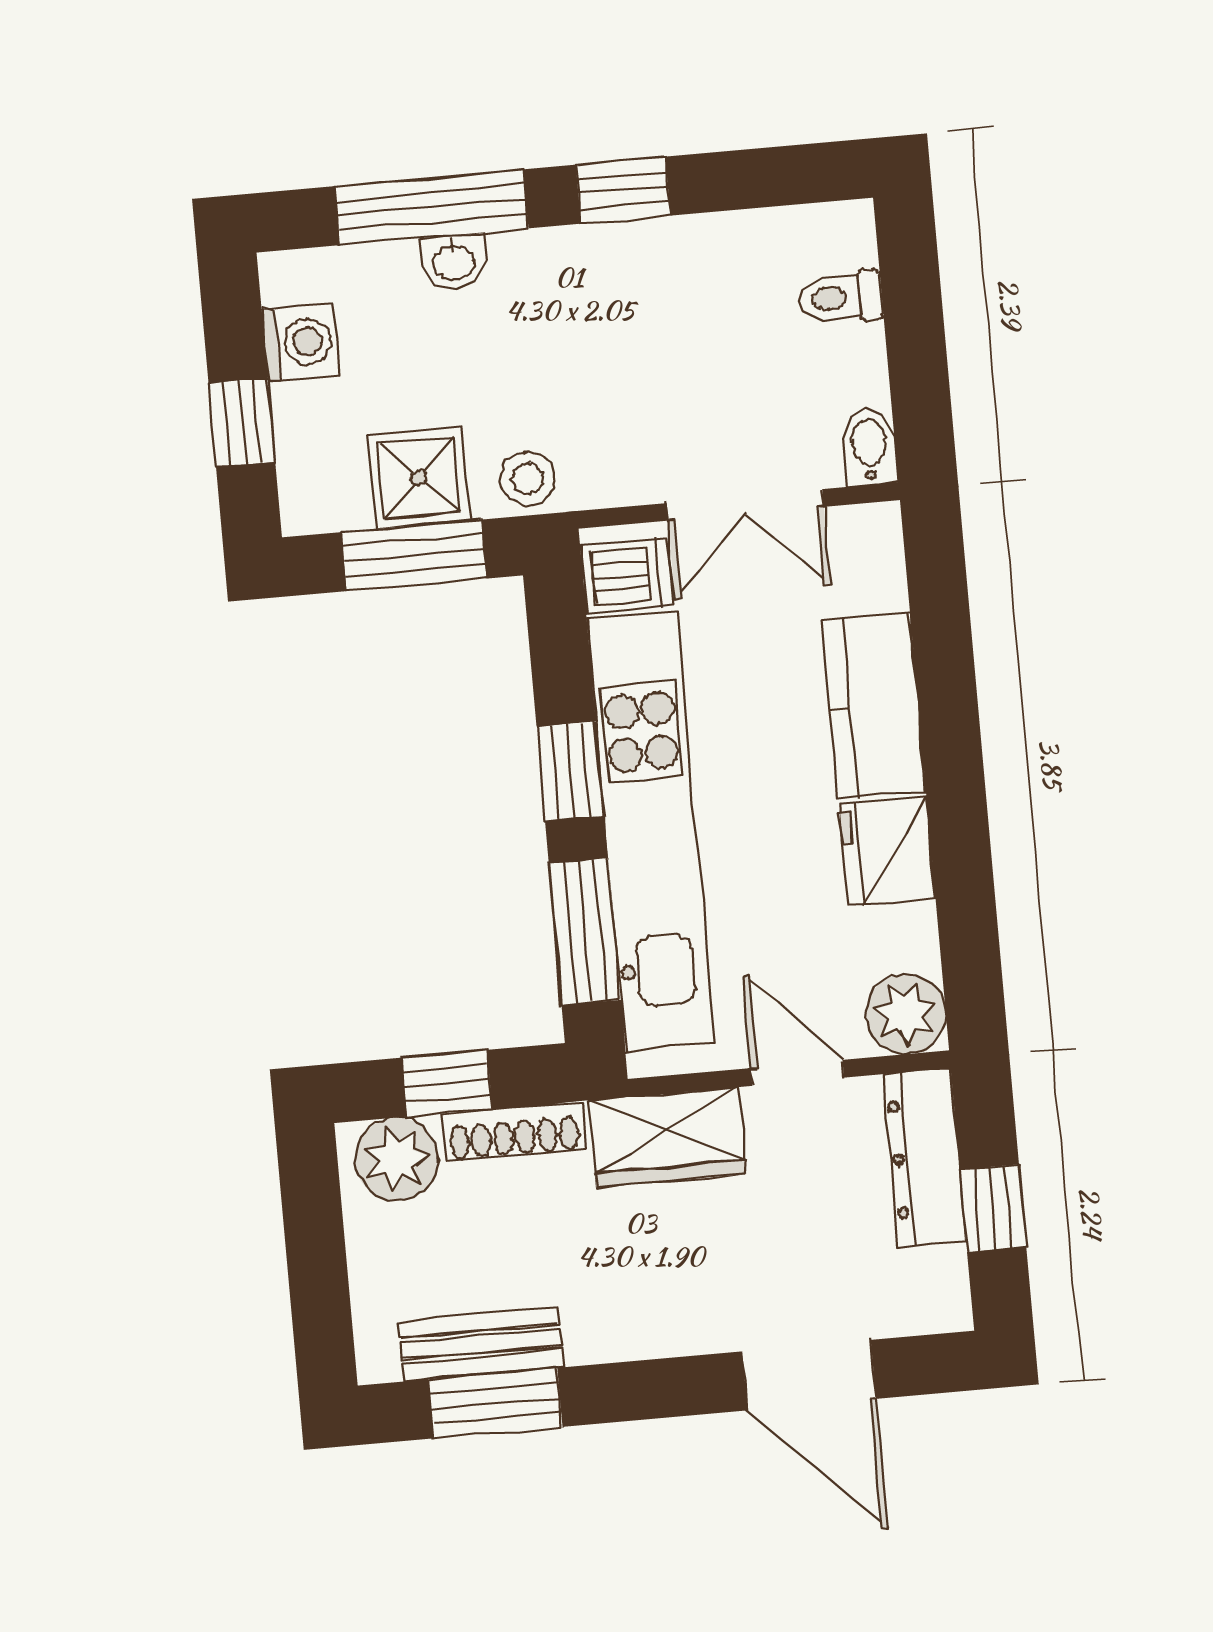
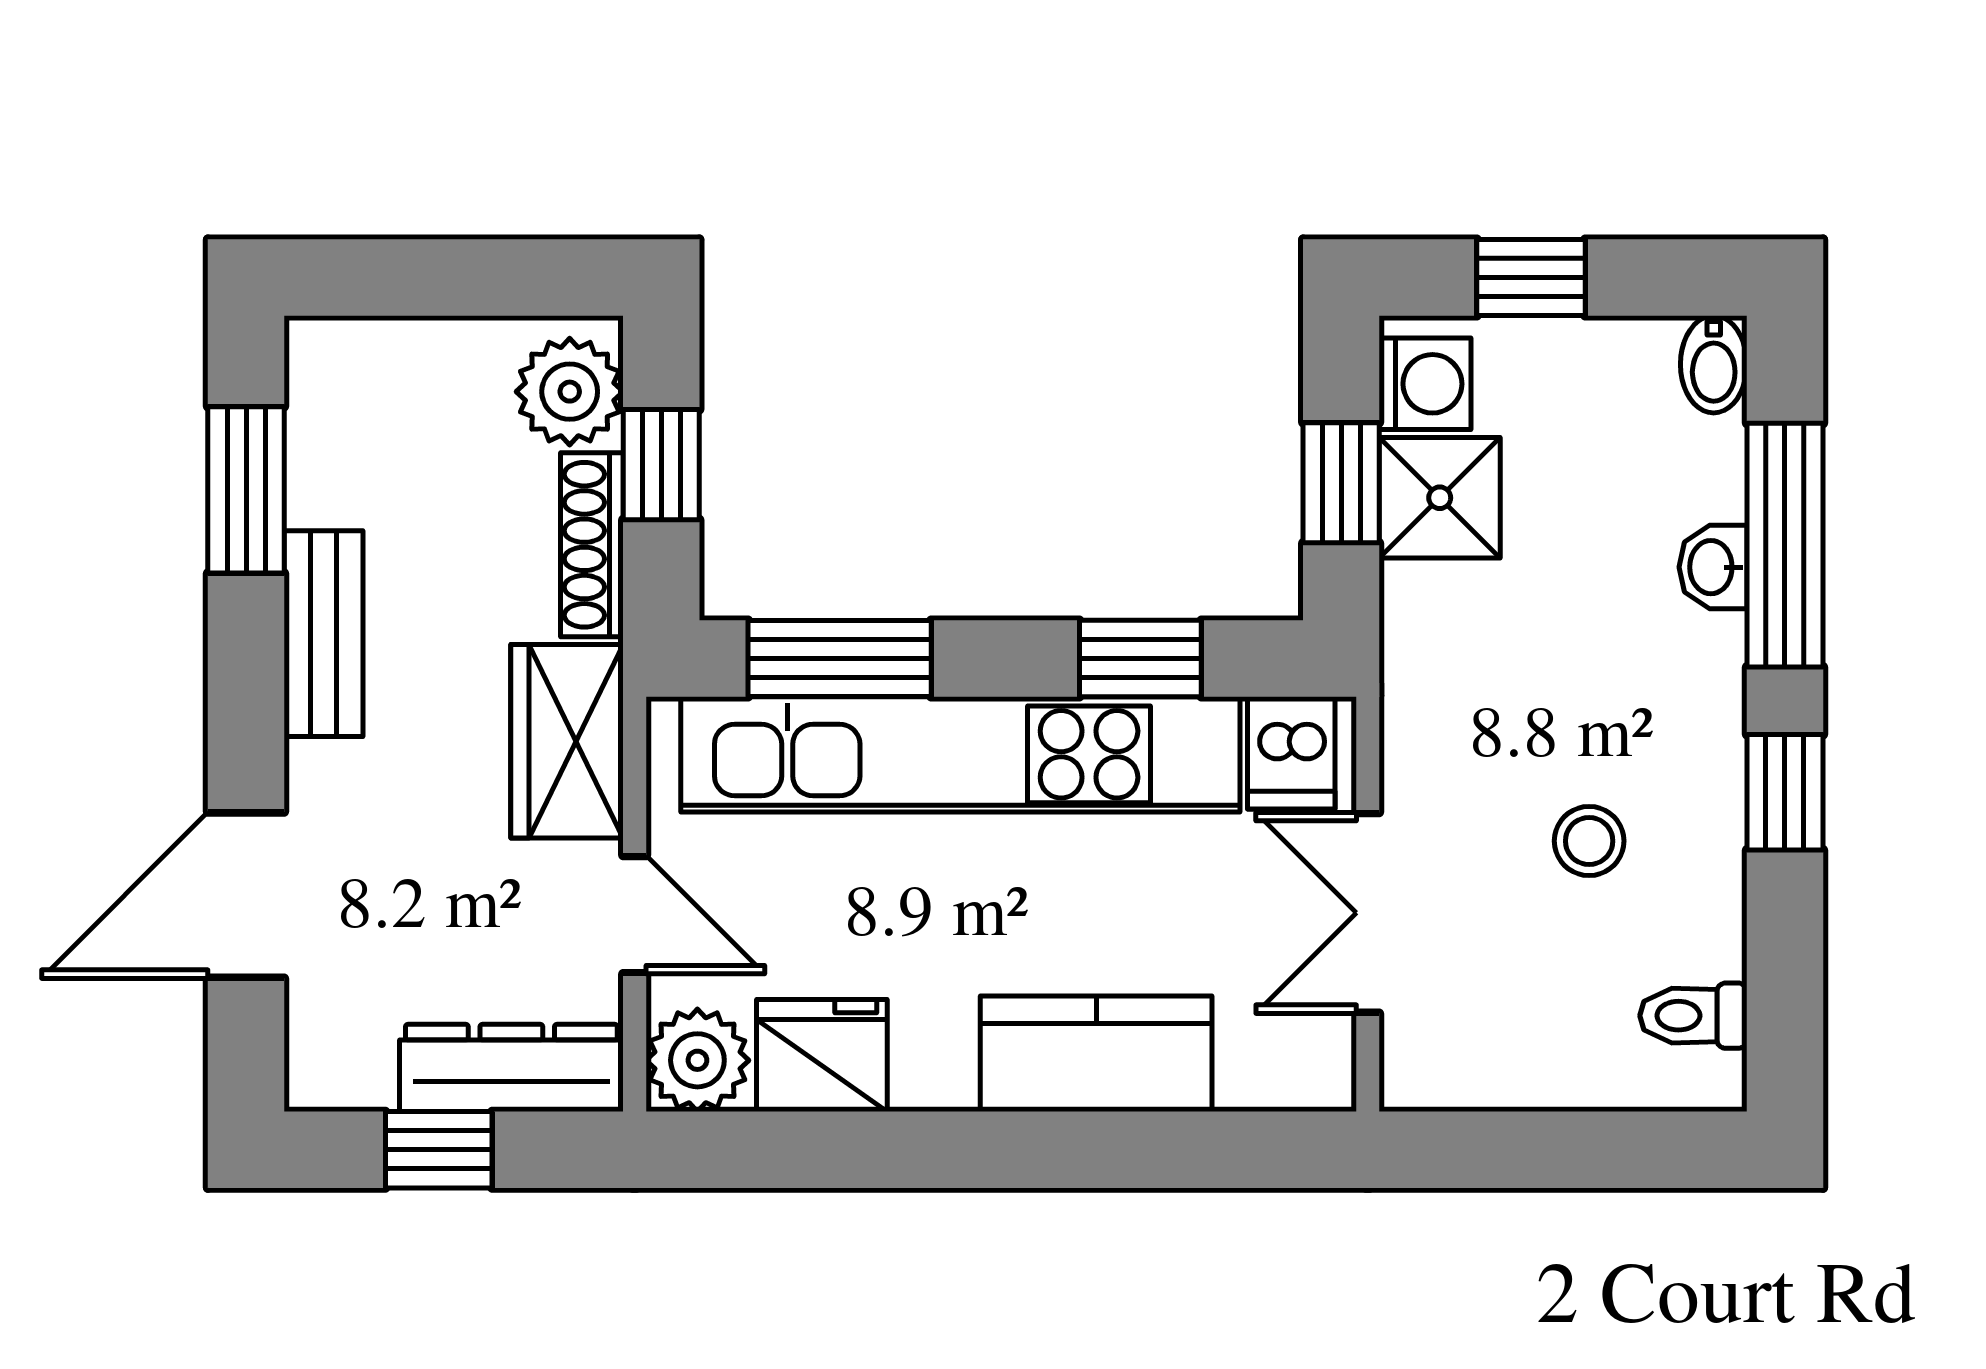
toilet: (840, 297) -> (1693, 1016), moved, turned -90
washing machine: (300, 342) -> (1425, 384), moved, turned -90
bidet: (869, 447) -> (1714, 364), moved, turned 90
stool: (528, 478) -> (1589, 841), moved
window: (414, 555) -> (1341, 483), width x0.67
window: (570, 771) -> (1140, 658), moved
fridge: (888, 852) -> (822, 1056), moved
door: (797, 1073) -> (635, 915), hinge flipped
bench: (480, 1344) -> (323, 634), moved

